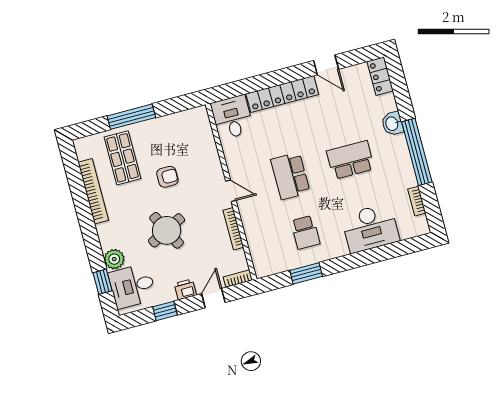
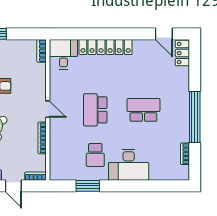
door: (326, 65) -> (164, 34), moved
bookcase: (204, 120) -> (42, 51), added
washbasin: (392, 124) -> (182, 91), removed
desk: (370, 228) -> (129, 165), moved
door: (213, 298) -> (13, 186), swing flipped

